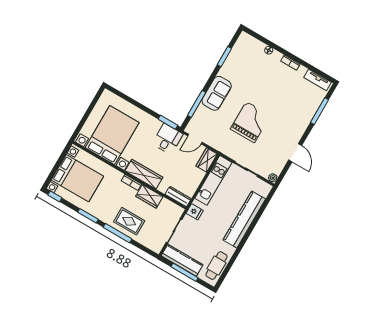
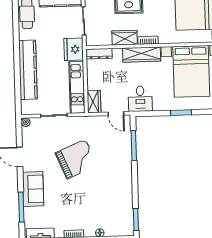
window: (224, 57) -> (136, 219), moved
sofa: (217, 93) -> (33, 189), moved, turned 180
window: (168, 122) -> (181, 113), moved
grand piano: (250, 122) -> (76, 159), turned -113
door: (195, 139) -> (116, 114), swing flipped
fridge: (195, 212) -> (74, 49), width x1.88, depth x1.34

